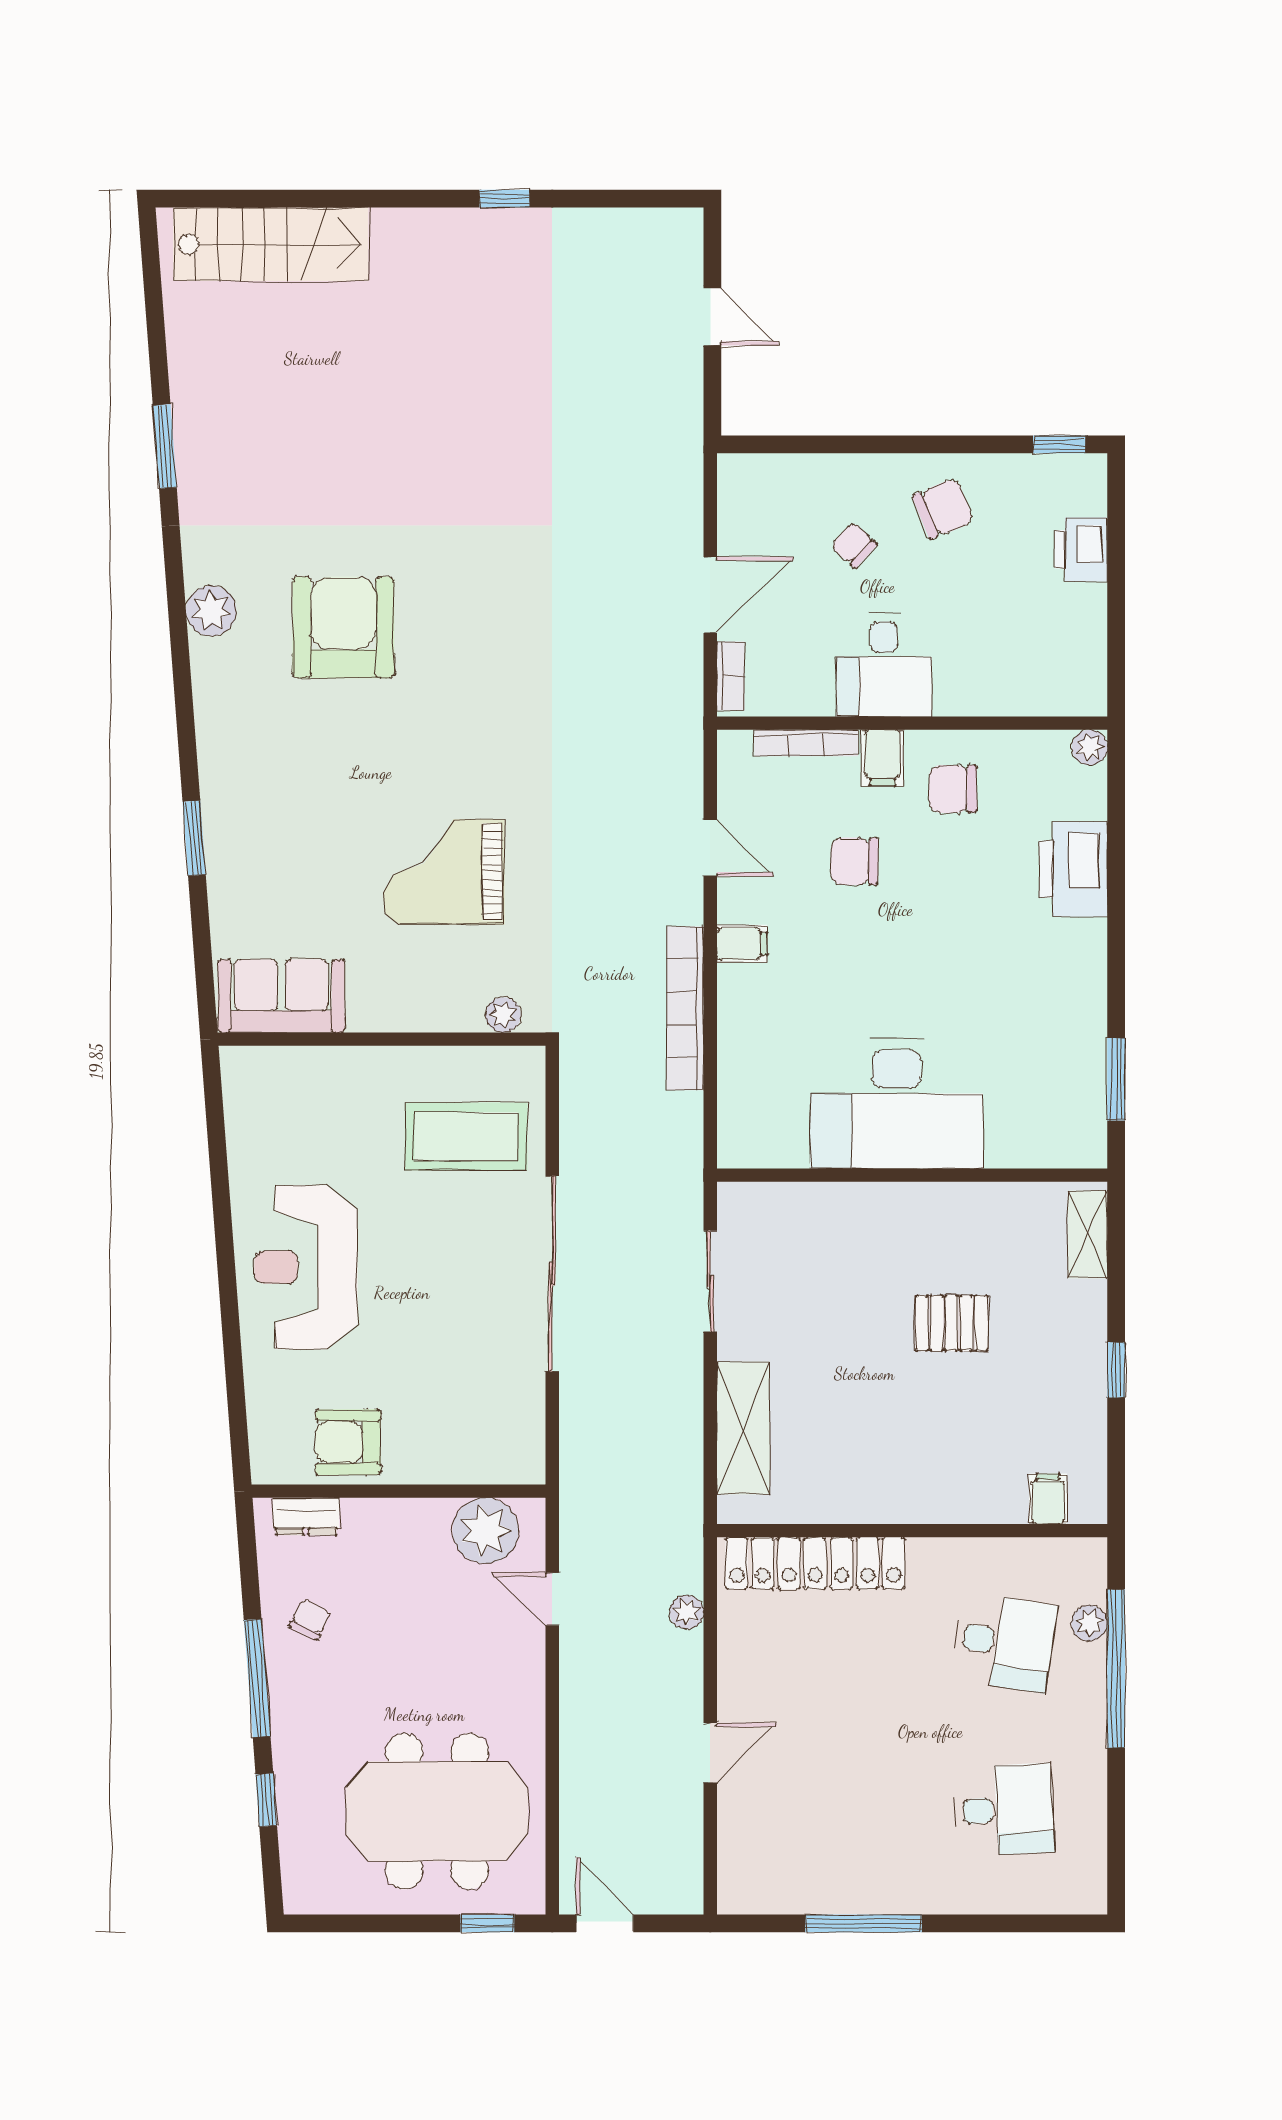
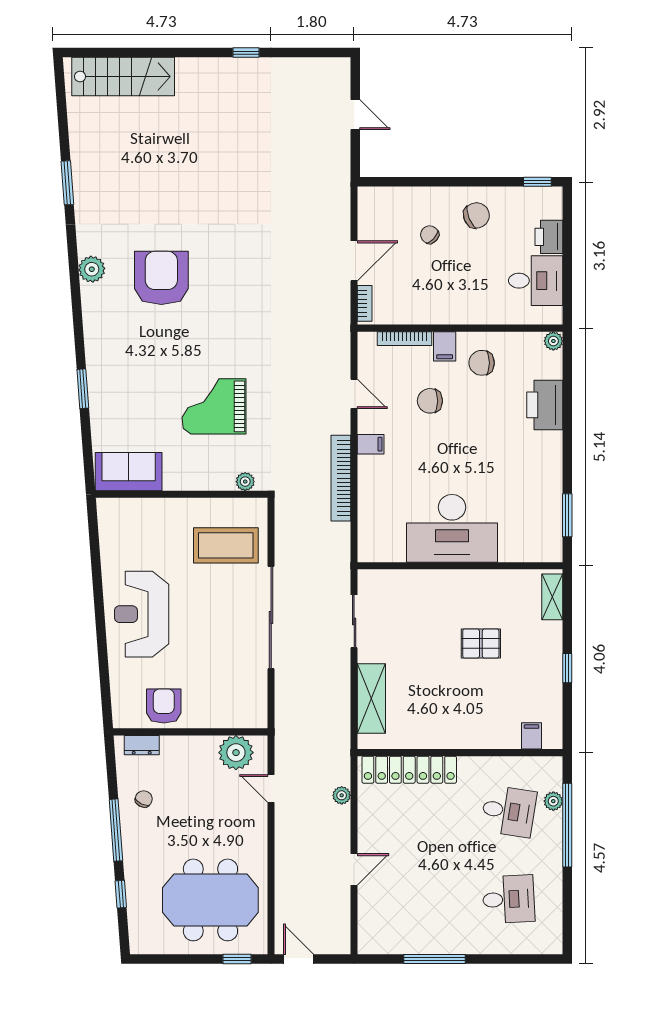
desk: (884, 665) -> (536, 281), moved, turned -90
armchair: (348, 1442) -> (164, 706), turned 90

